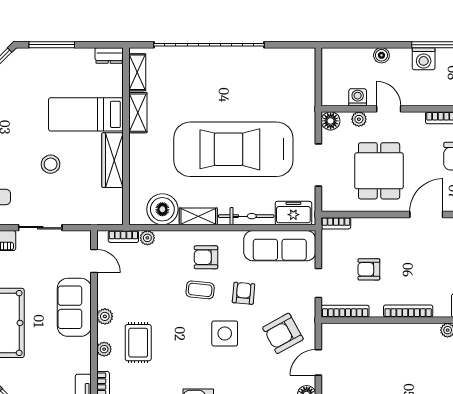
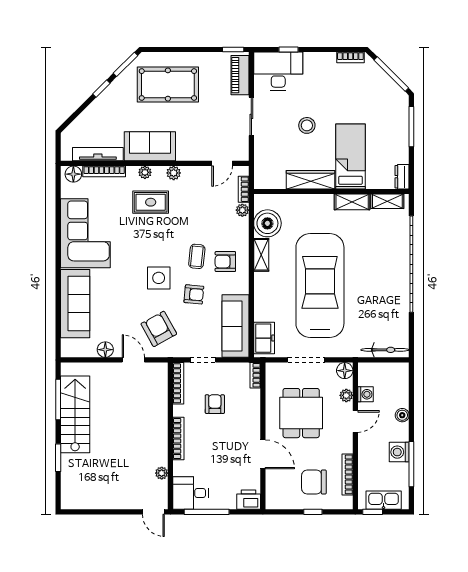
dining table: (379, 171) -> (301, 413), turned 90
bicycle: (246, 216) -> (385, 350), moved, turned -90
armchair: (206, 257) -> (225, 262), turned -90
sofa: (74, 307) -> (150, 146), moved

